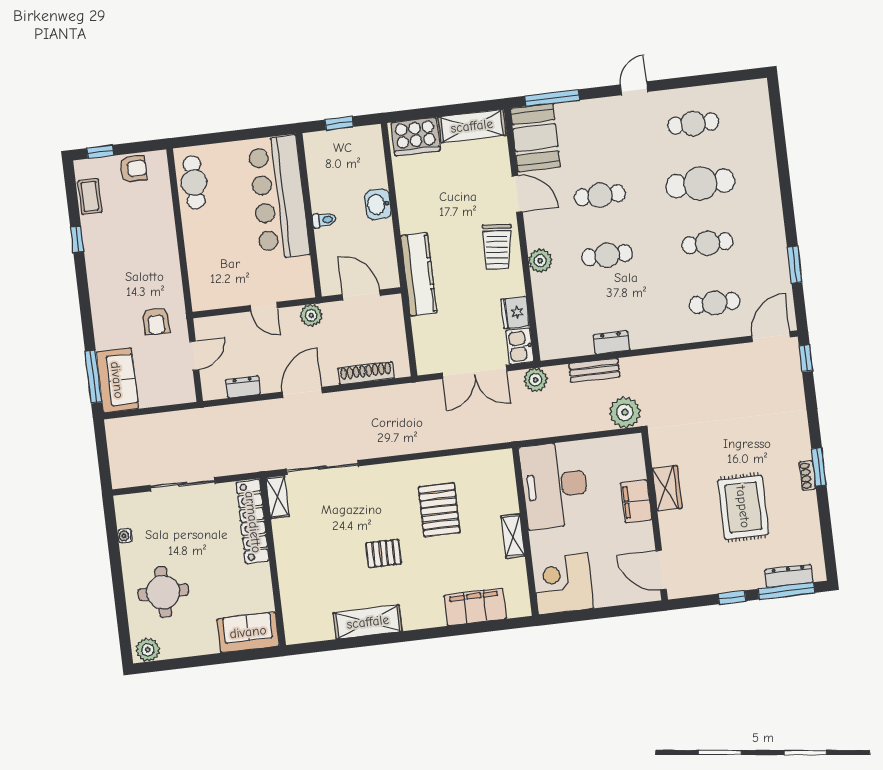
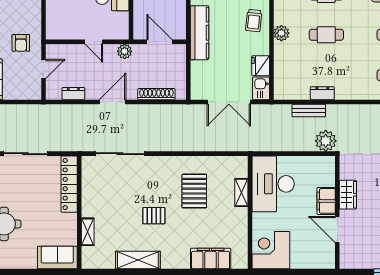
trolley: (497, 247) -> (254, 21), width x0.73, depth x0.72
plant: (535, 380) -> (269, 112), removed
shelving: (278, 497) -> (88, 232), moved
shelving: (513, 536) -> (241, 193), moved
door: (661, 570) -> (337, 229), moved

